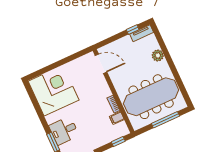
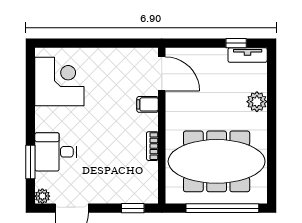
corner desk: (54, 91) -> (59, 82), width x0.74, depth x0.74
filing cabinet: (117, 118) -> (148, 104), moved
window: (165, 120) -> (222, 208), width x1.46

